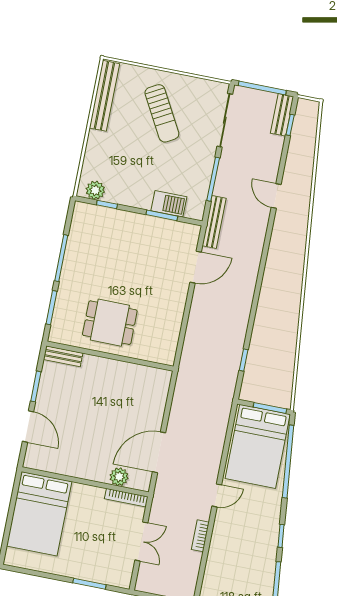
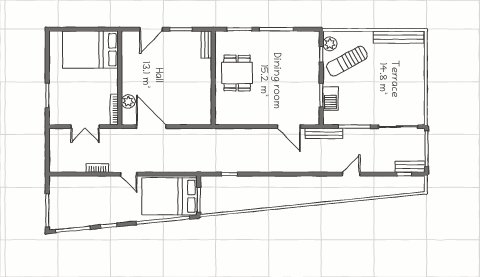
sun lounger: (162, 113) -> (347, 61), moved

